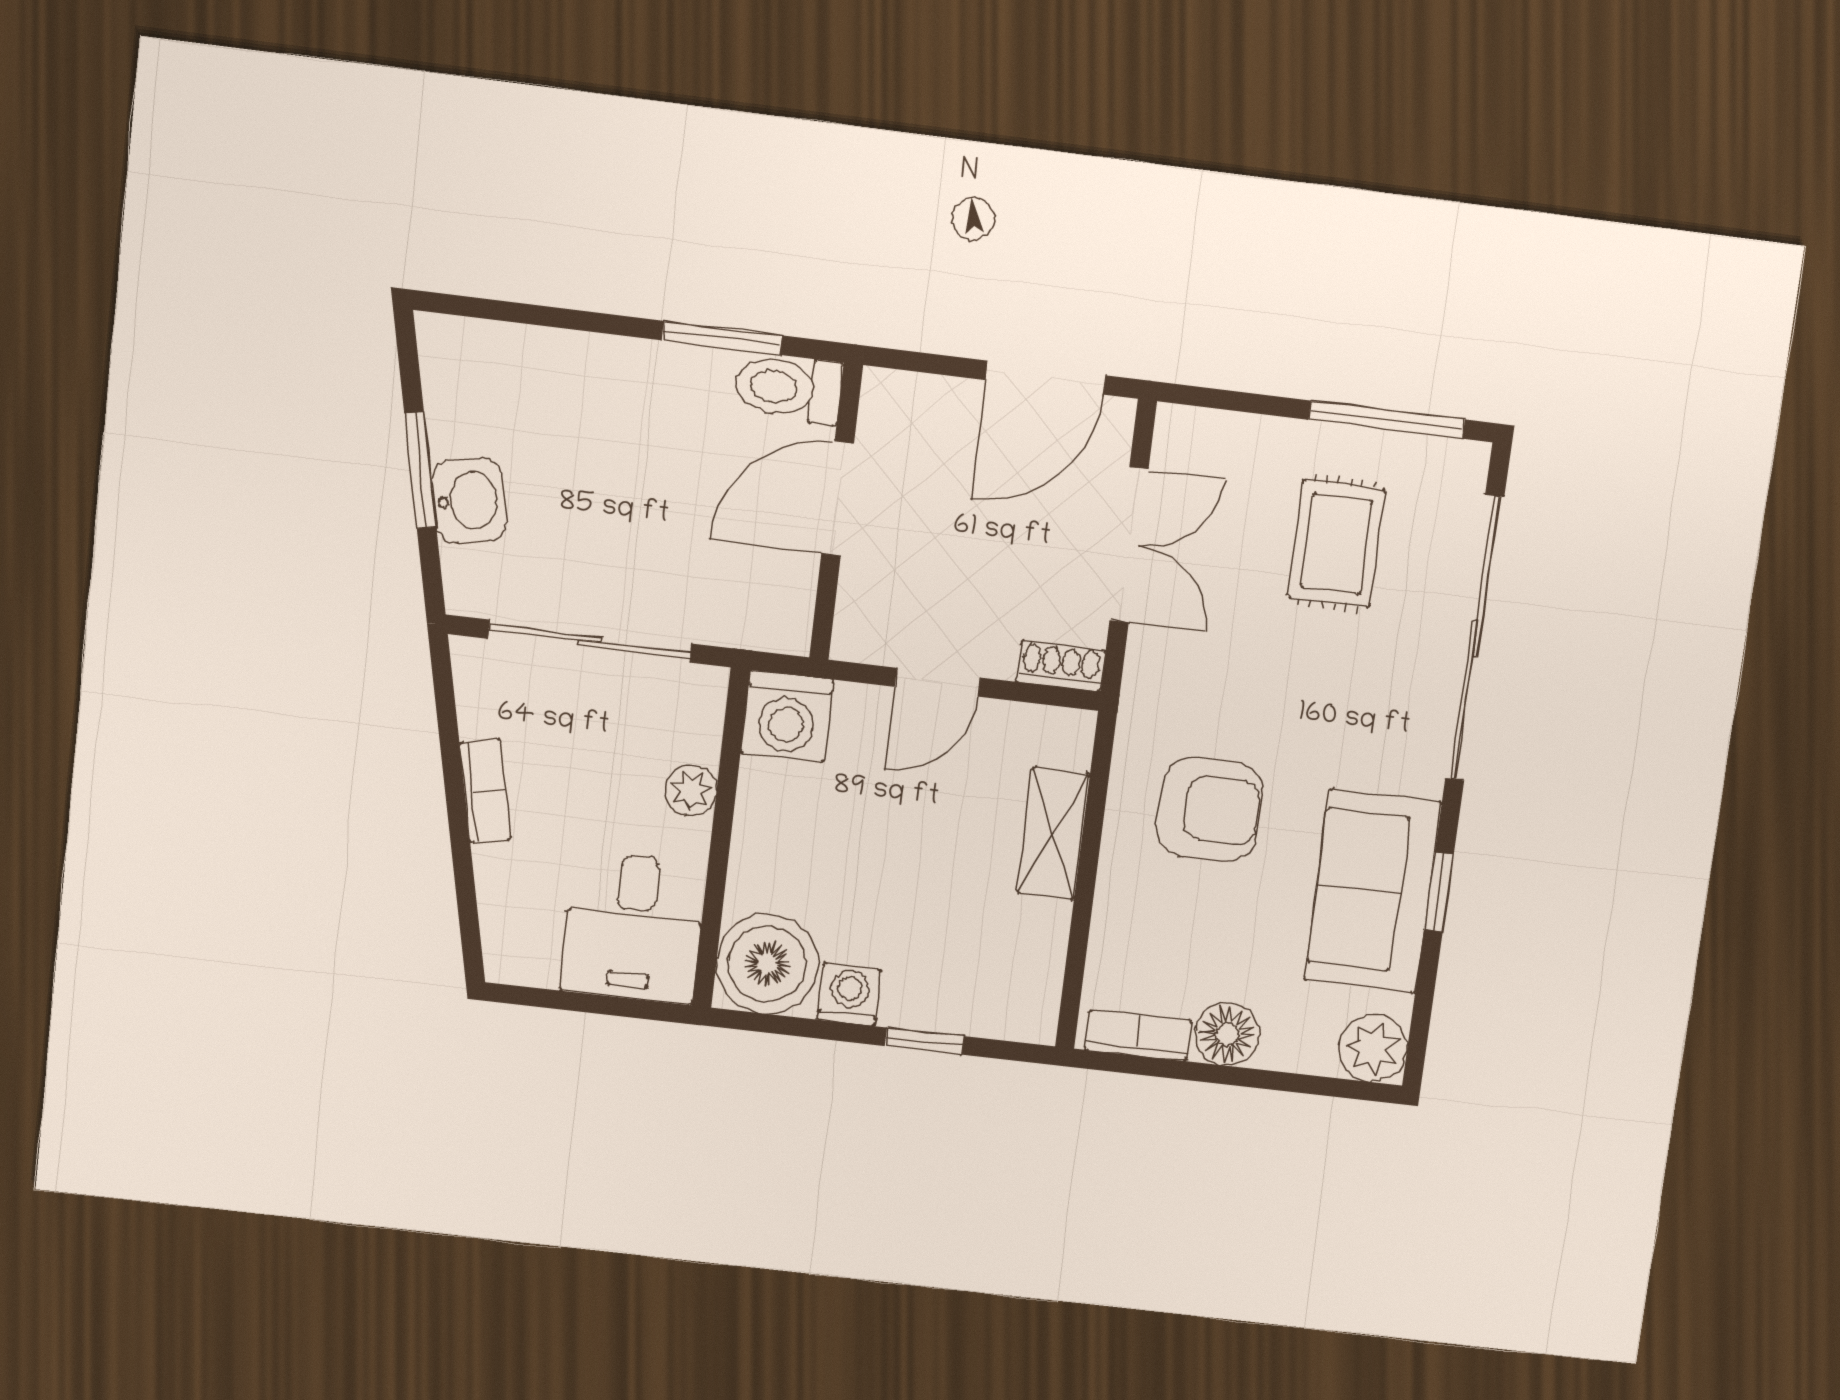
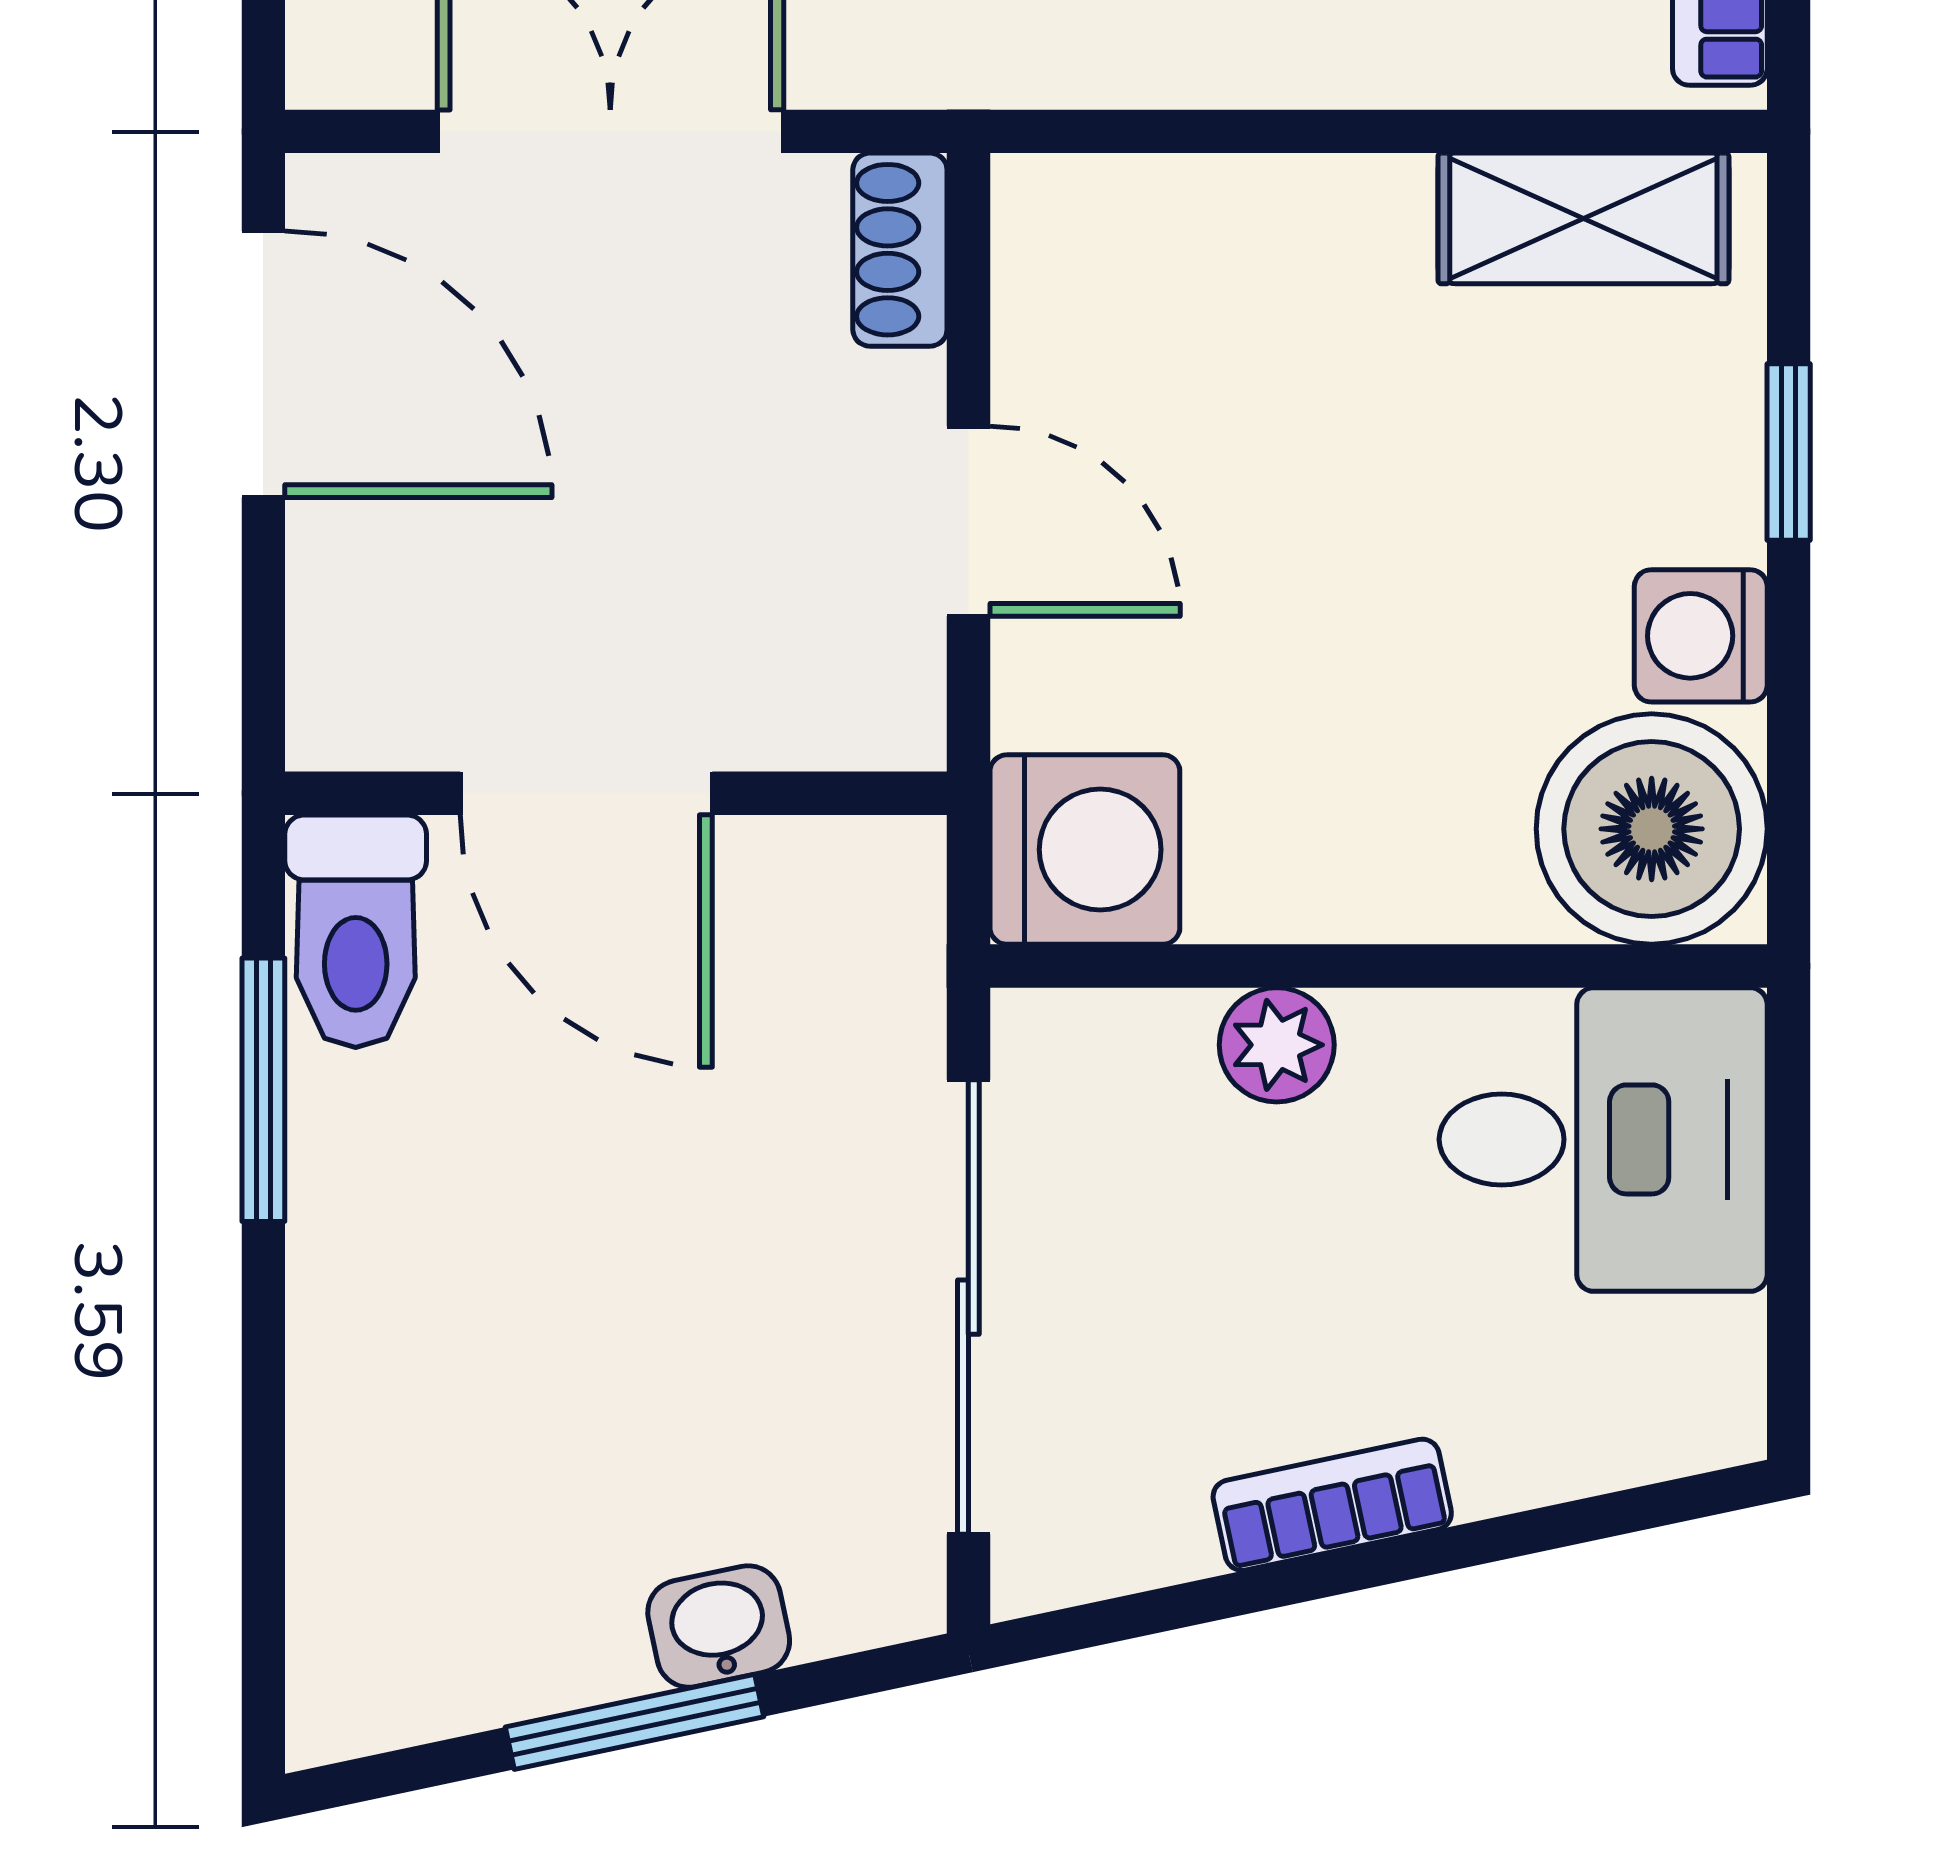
washbasin: (469, 501) -> (719, 1627), width x0.72, depth x0.69
shelving: (1053, 834) -> (1583, 218), moved

